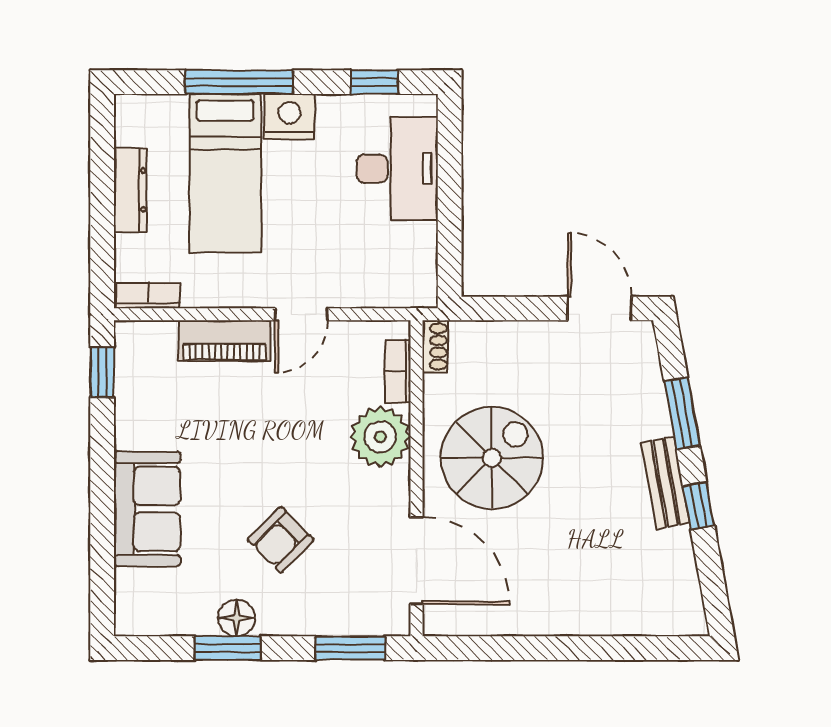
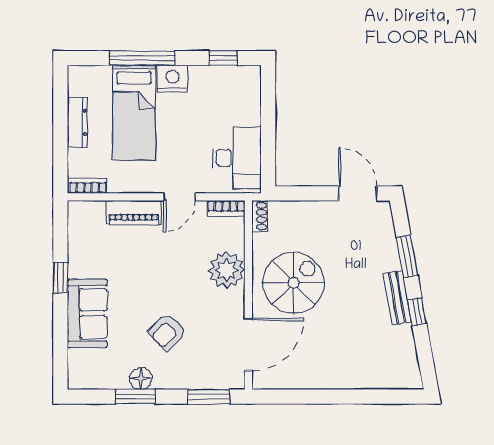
desk: (397, 169) -> (237, 158), moved
bookcase: (398, 371) -> (226, 208), moved, turned -90
window: (102, 372) -> (60, 277), moved
door: (416, 561) -> (248, 344), hinge flipped

